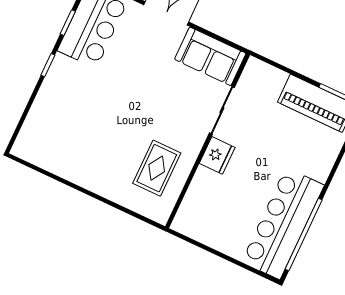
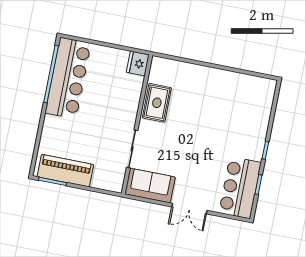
fridge: (217, 155) -> (138, 64), moved
rug: (157, 168) -> (157, 103), moved

